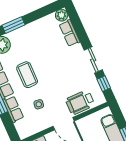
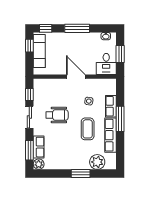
window: (78, 25) -> (29, 150), added
wheelchair: (80, 102) -> (57, 115), moved

